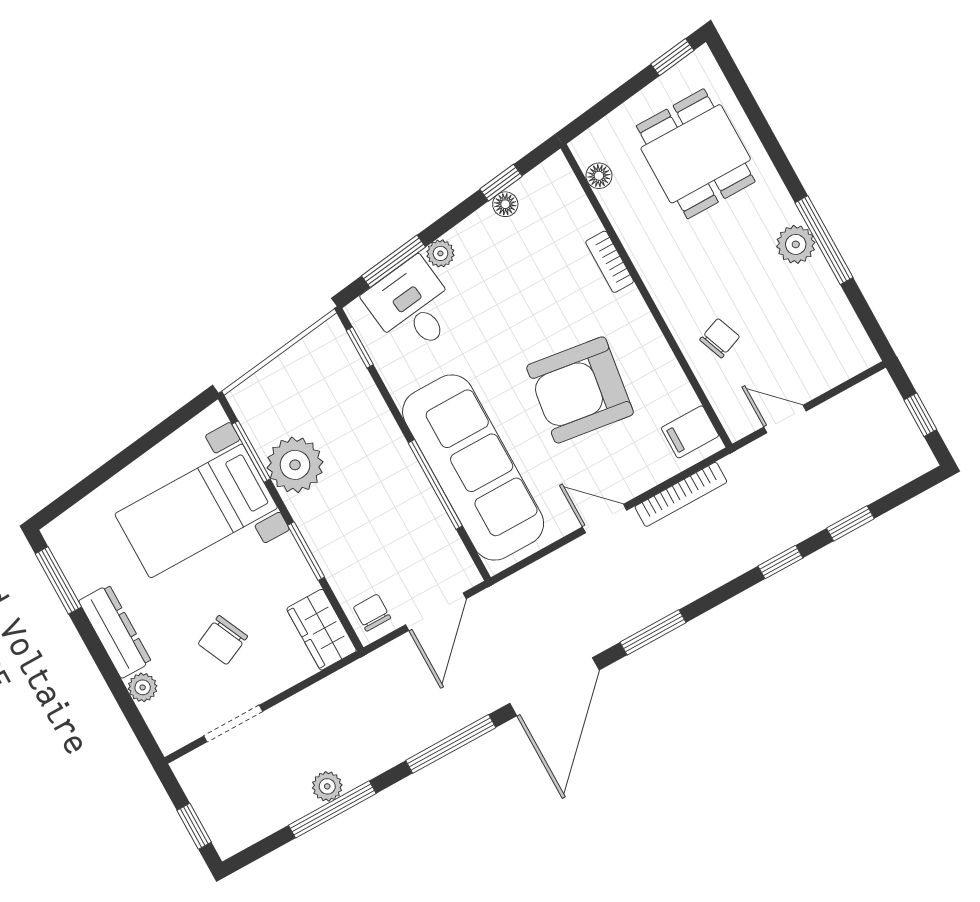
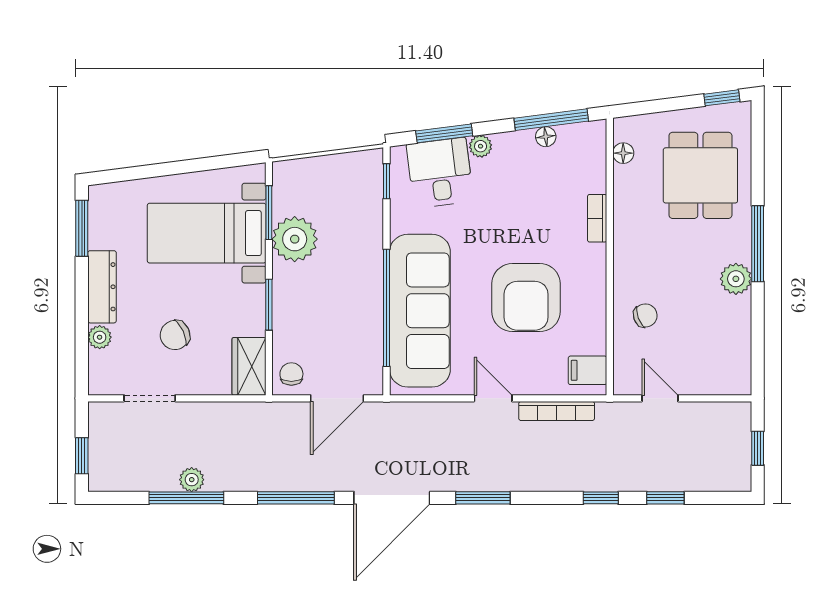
window: (501, 183) -> (551, 120), width x2.17
window: (824, 240) -> (758, 244), moved
armchair: (580, 390) -> (526, 298), turned -98
window: (435, 484) -> (386, 308), width x1.46

